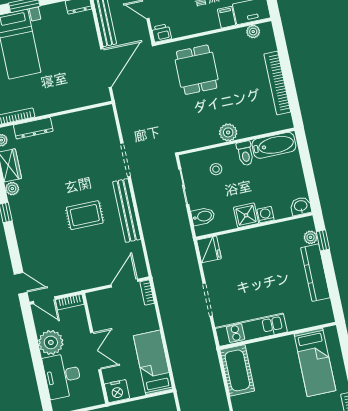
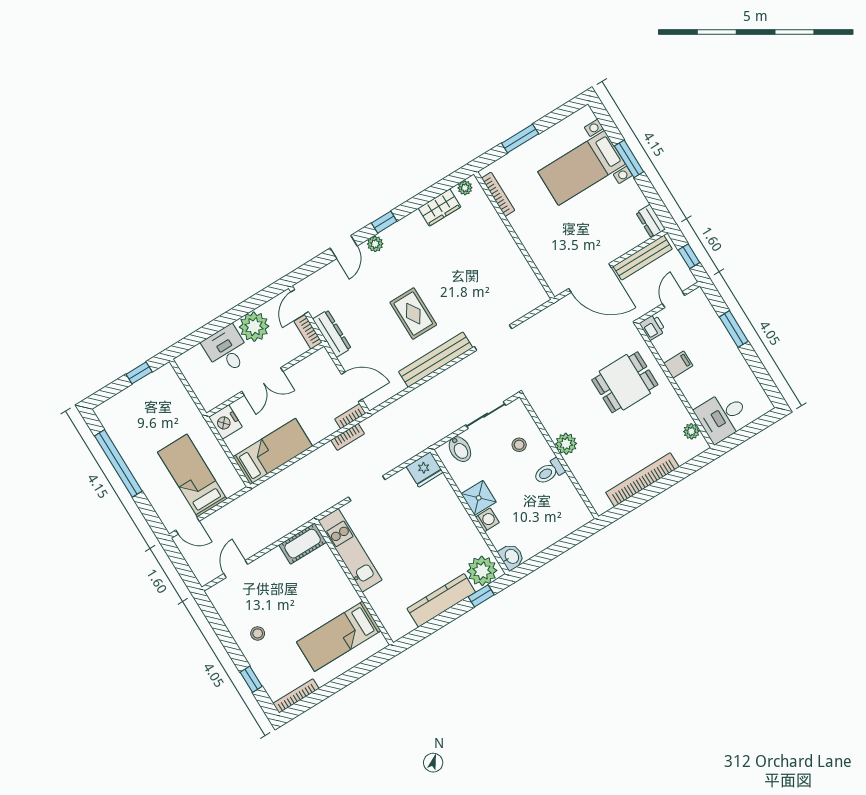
filing cabinet: (226, 17) -> (678, 364), moved
dresser: (33, 128) -> (332, 334), moved, turned 180
bathtub: (274, 145) -> (570, 501), removed
plant: (12, 189) -> (375, 244), moved
plant: (311, 237) -> (482, 571), width x1.88, depth x1.88
door: (21, 283) -> (344, 247), moved
bookcase: (162, 300) -> (348, 437), added
cot: (237, 370) -> (303, 544), width x0.73, depth x0.75
desk: (62, 376) -> (227, 350), width x0.73

